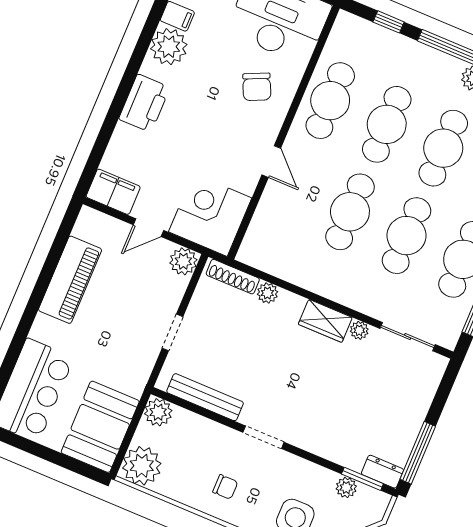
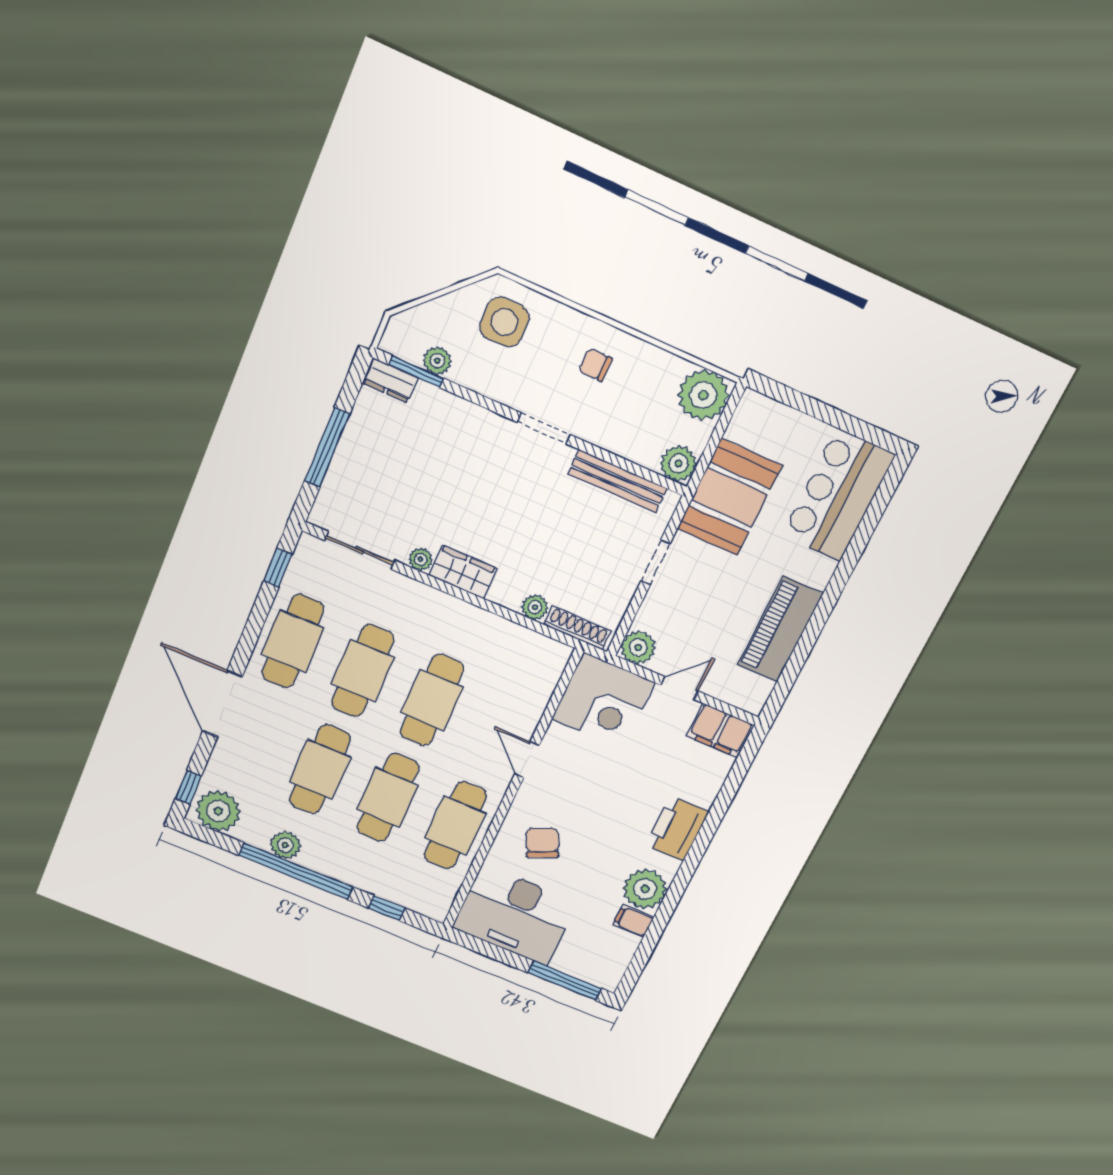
booth: (100, 427) -> (729, 497), moved
window: (418, 453) -> (327, 448), moved

